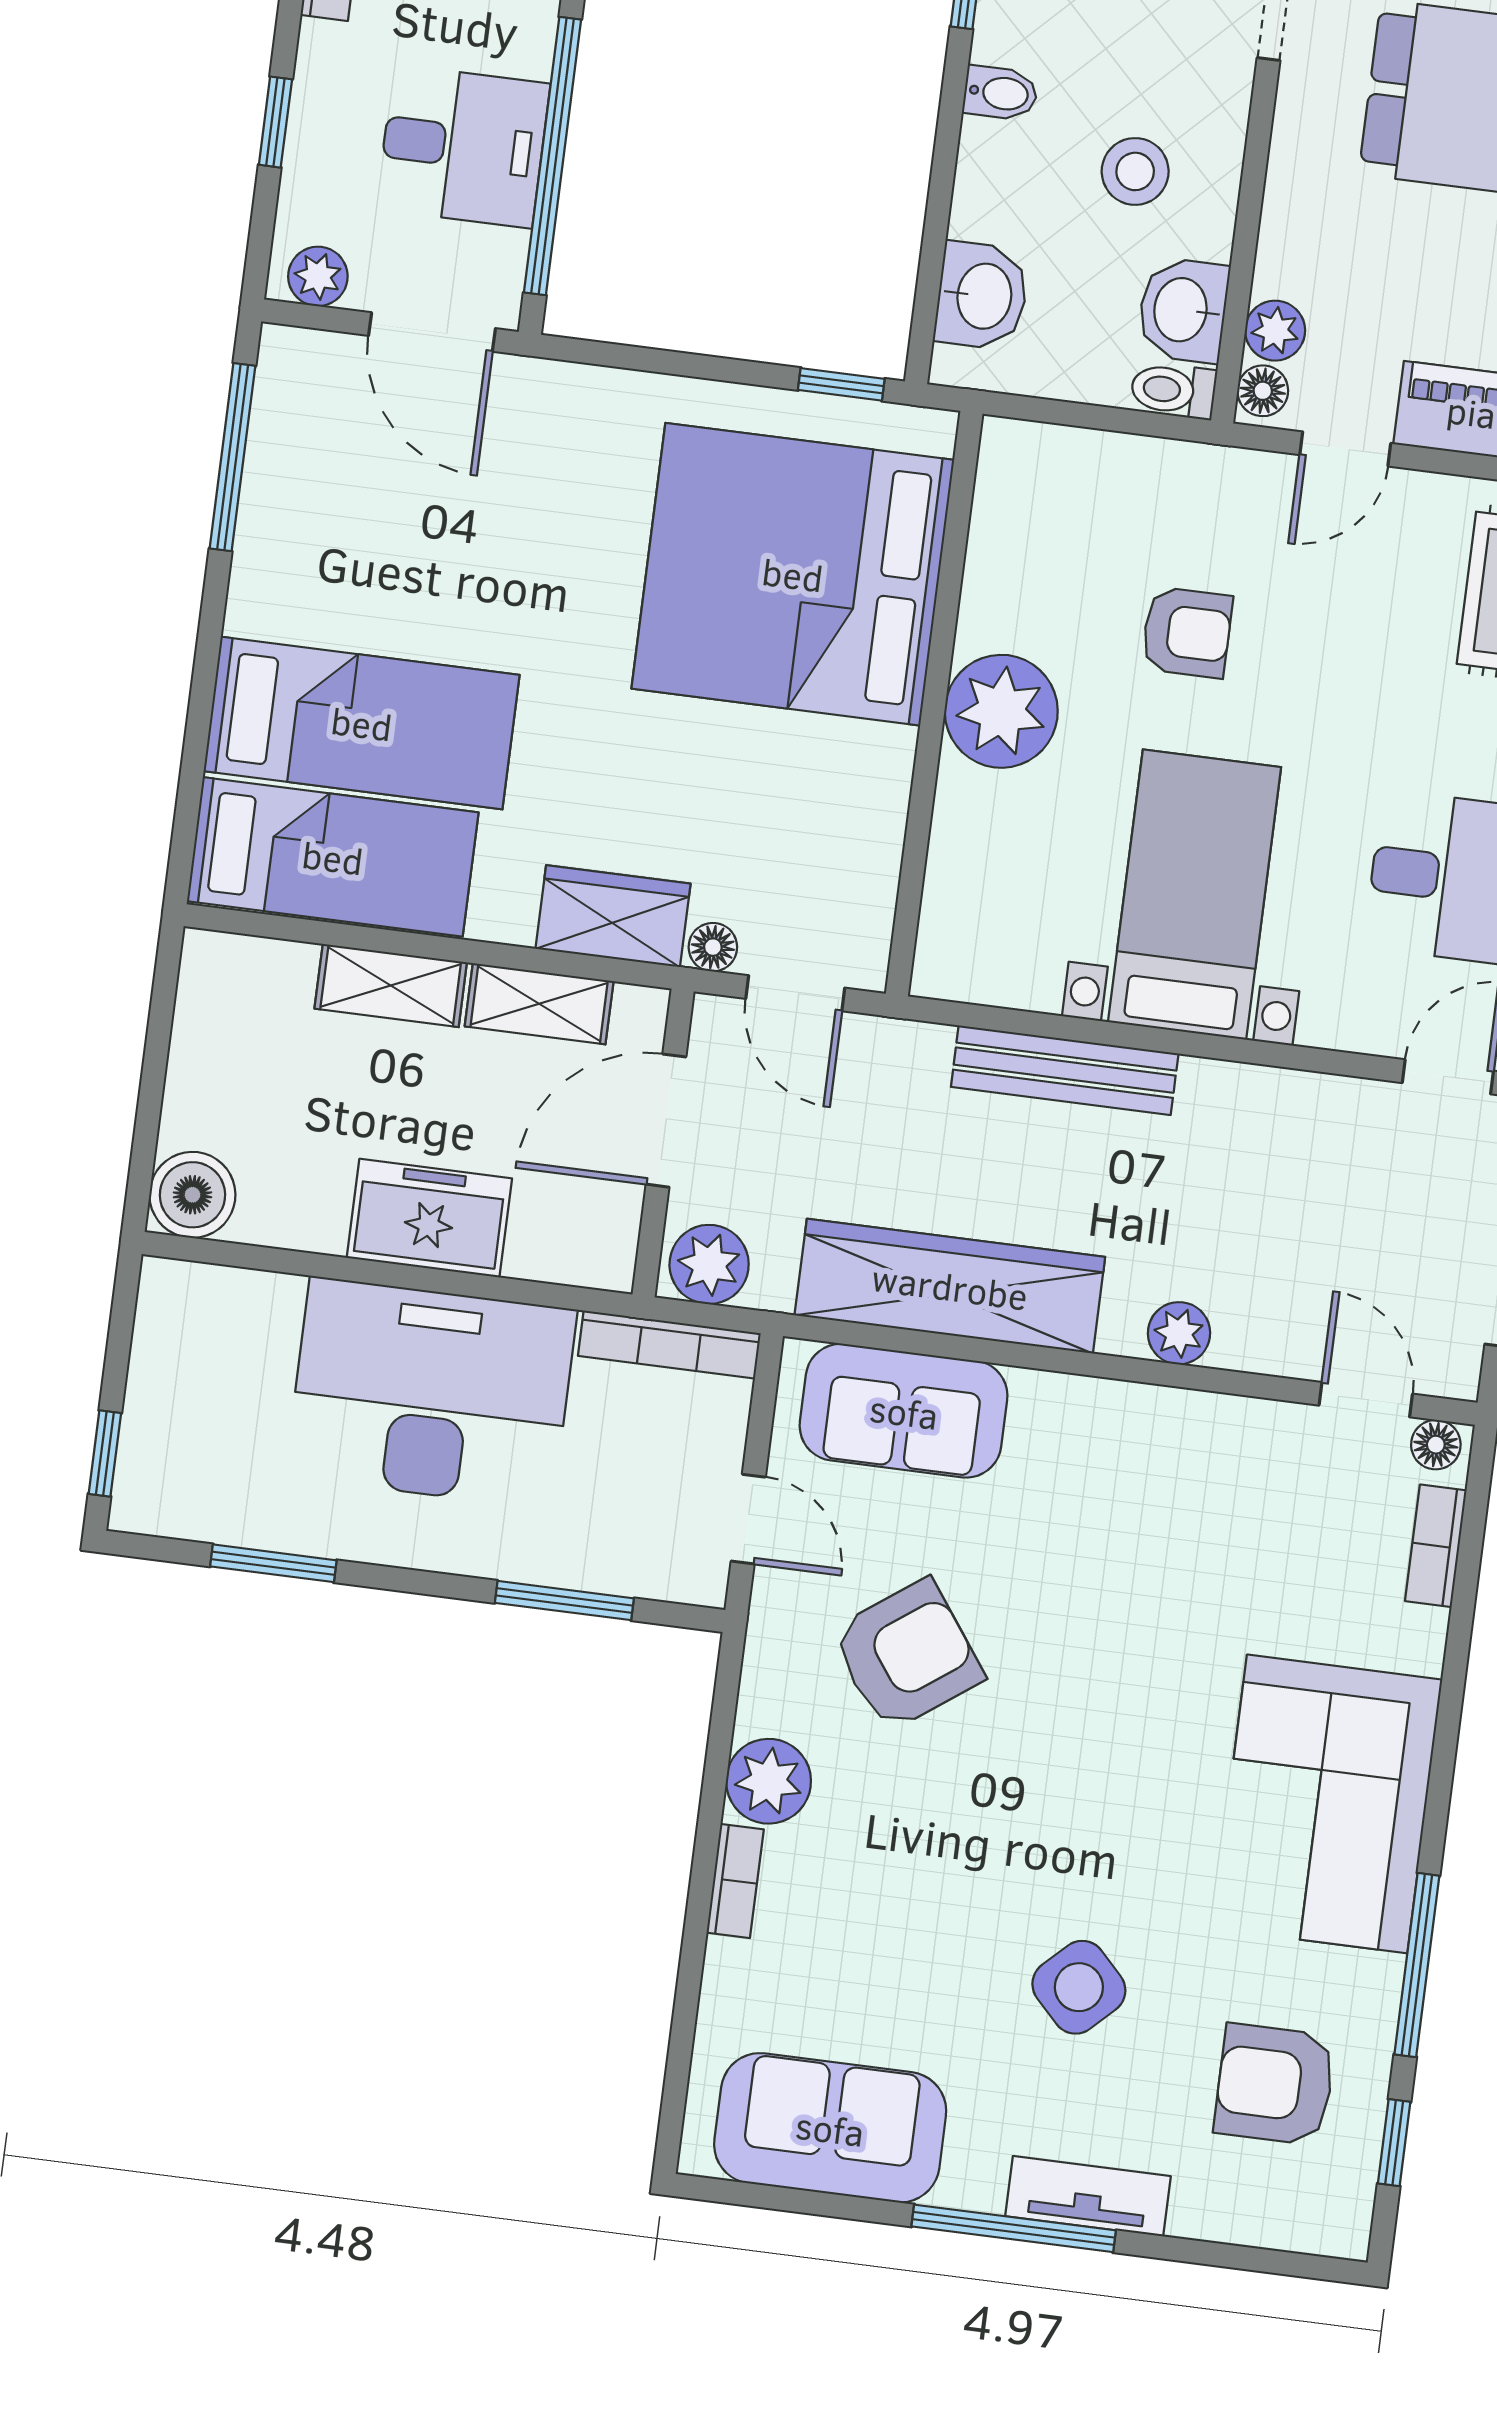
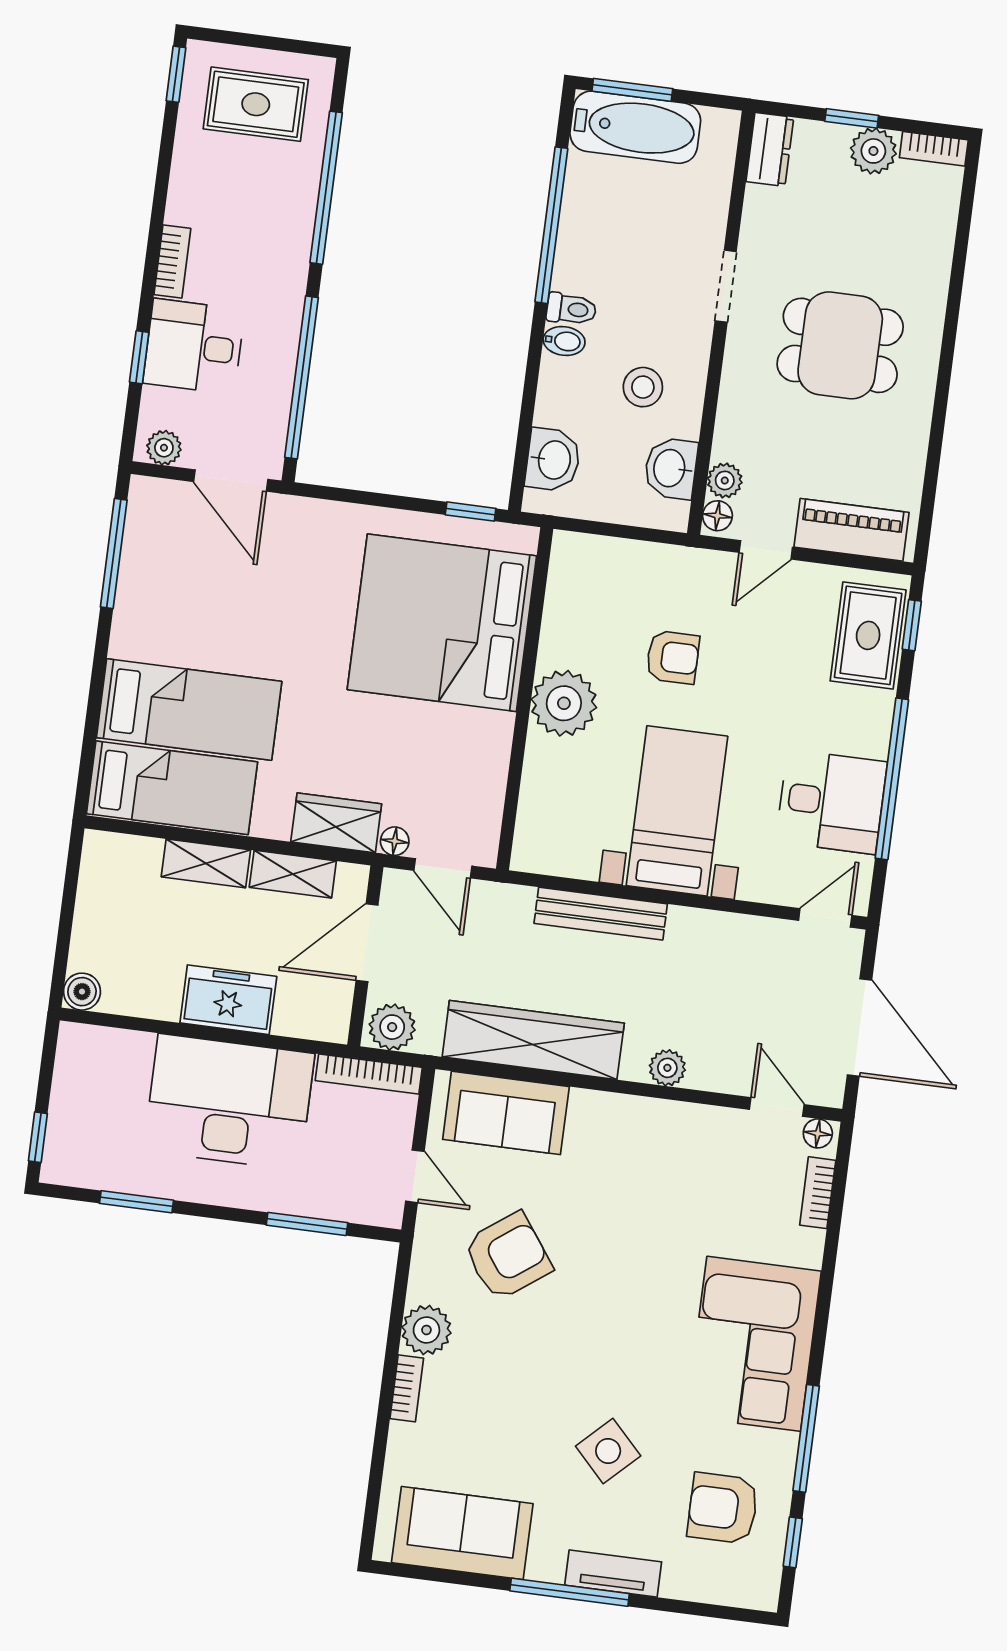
desk: (463, 146) -> (194, 346), moved, turned 180
toilet: (1173, 390) -> (571, 309), moved, turned 180
boiler: (192, 1195) -> (82, 992), width x0.73, depth x0.73

